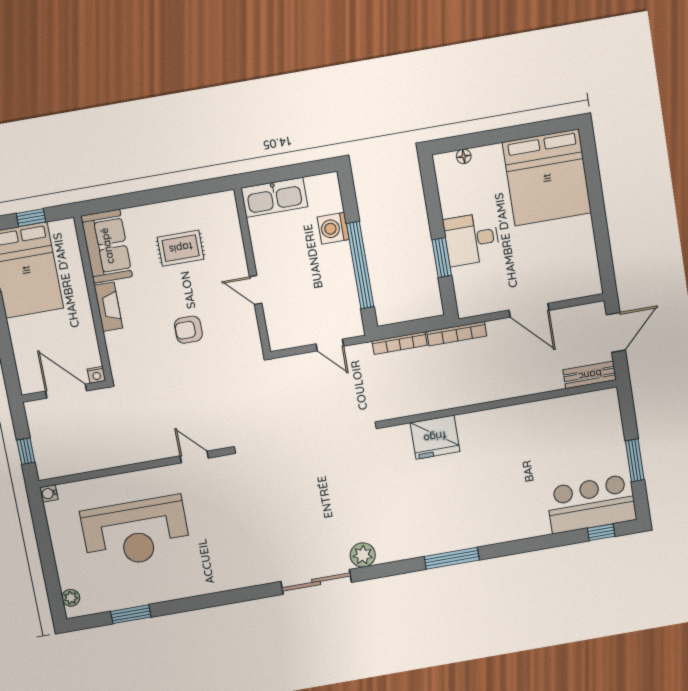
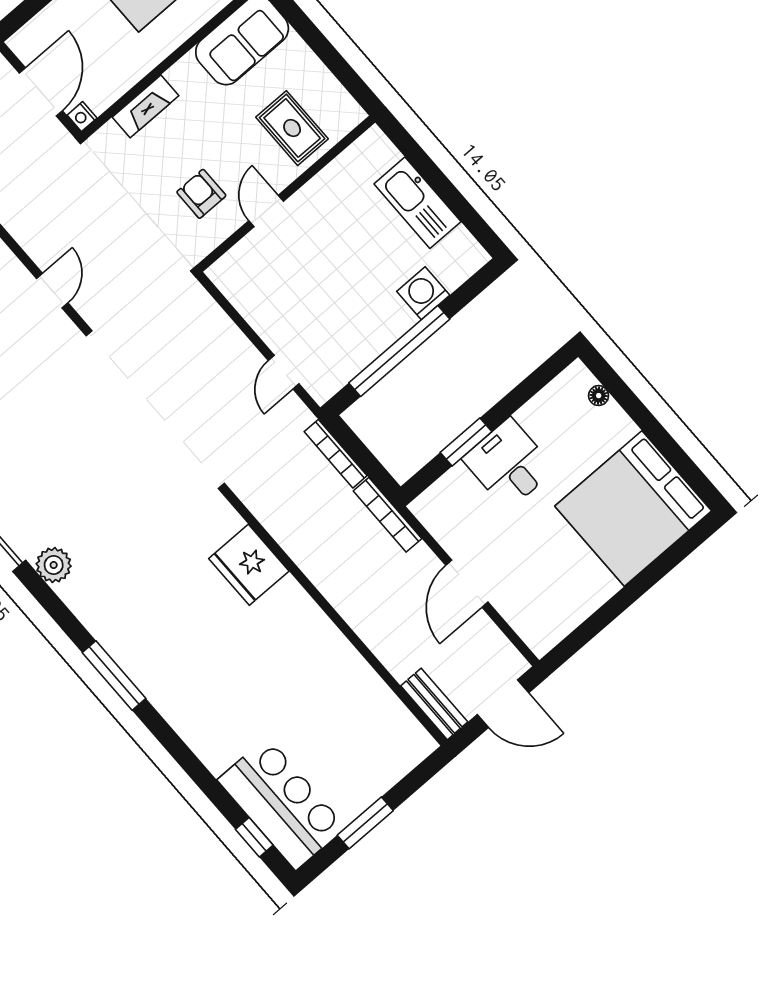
wall: (252, 271) -> (286, 194), moved
door: (256, 290) -> (266, 211), moved
fireplace: (108, 307) -> (145, 106), moved

